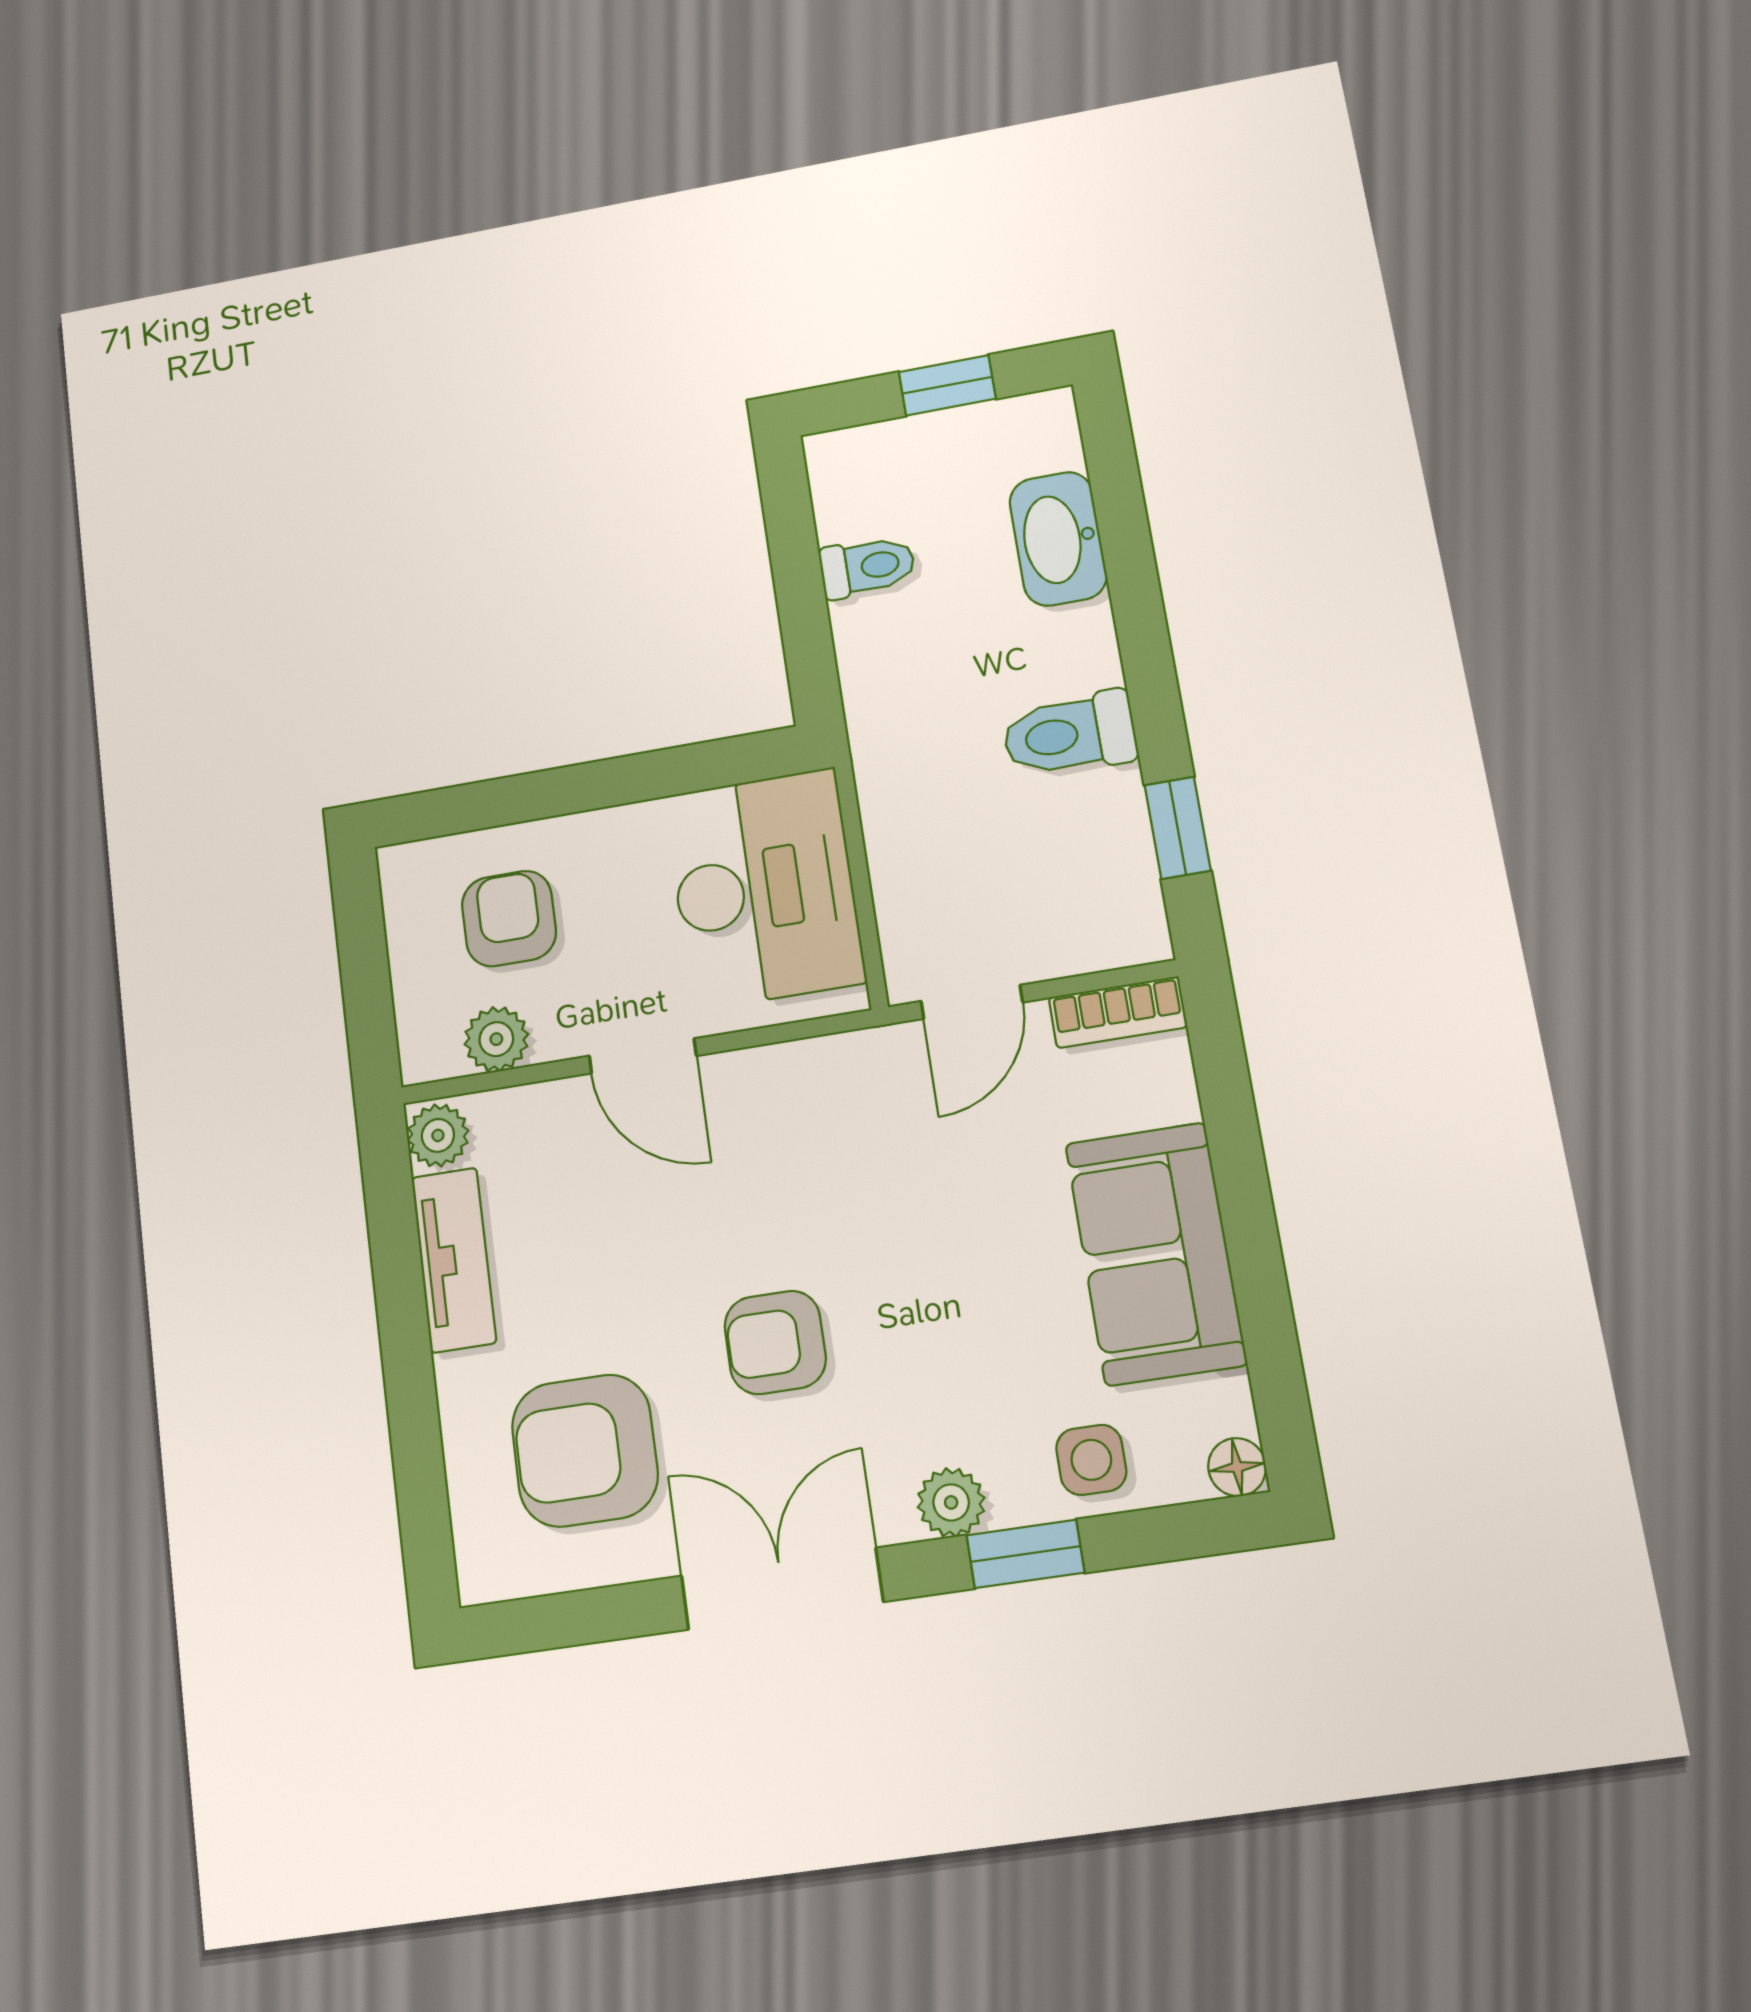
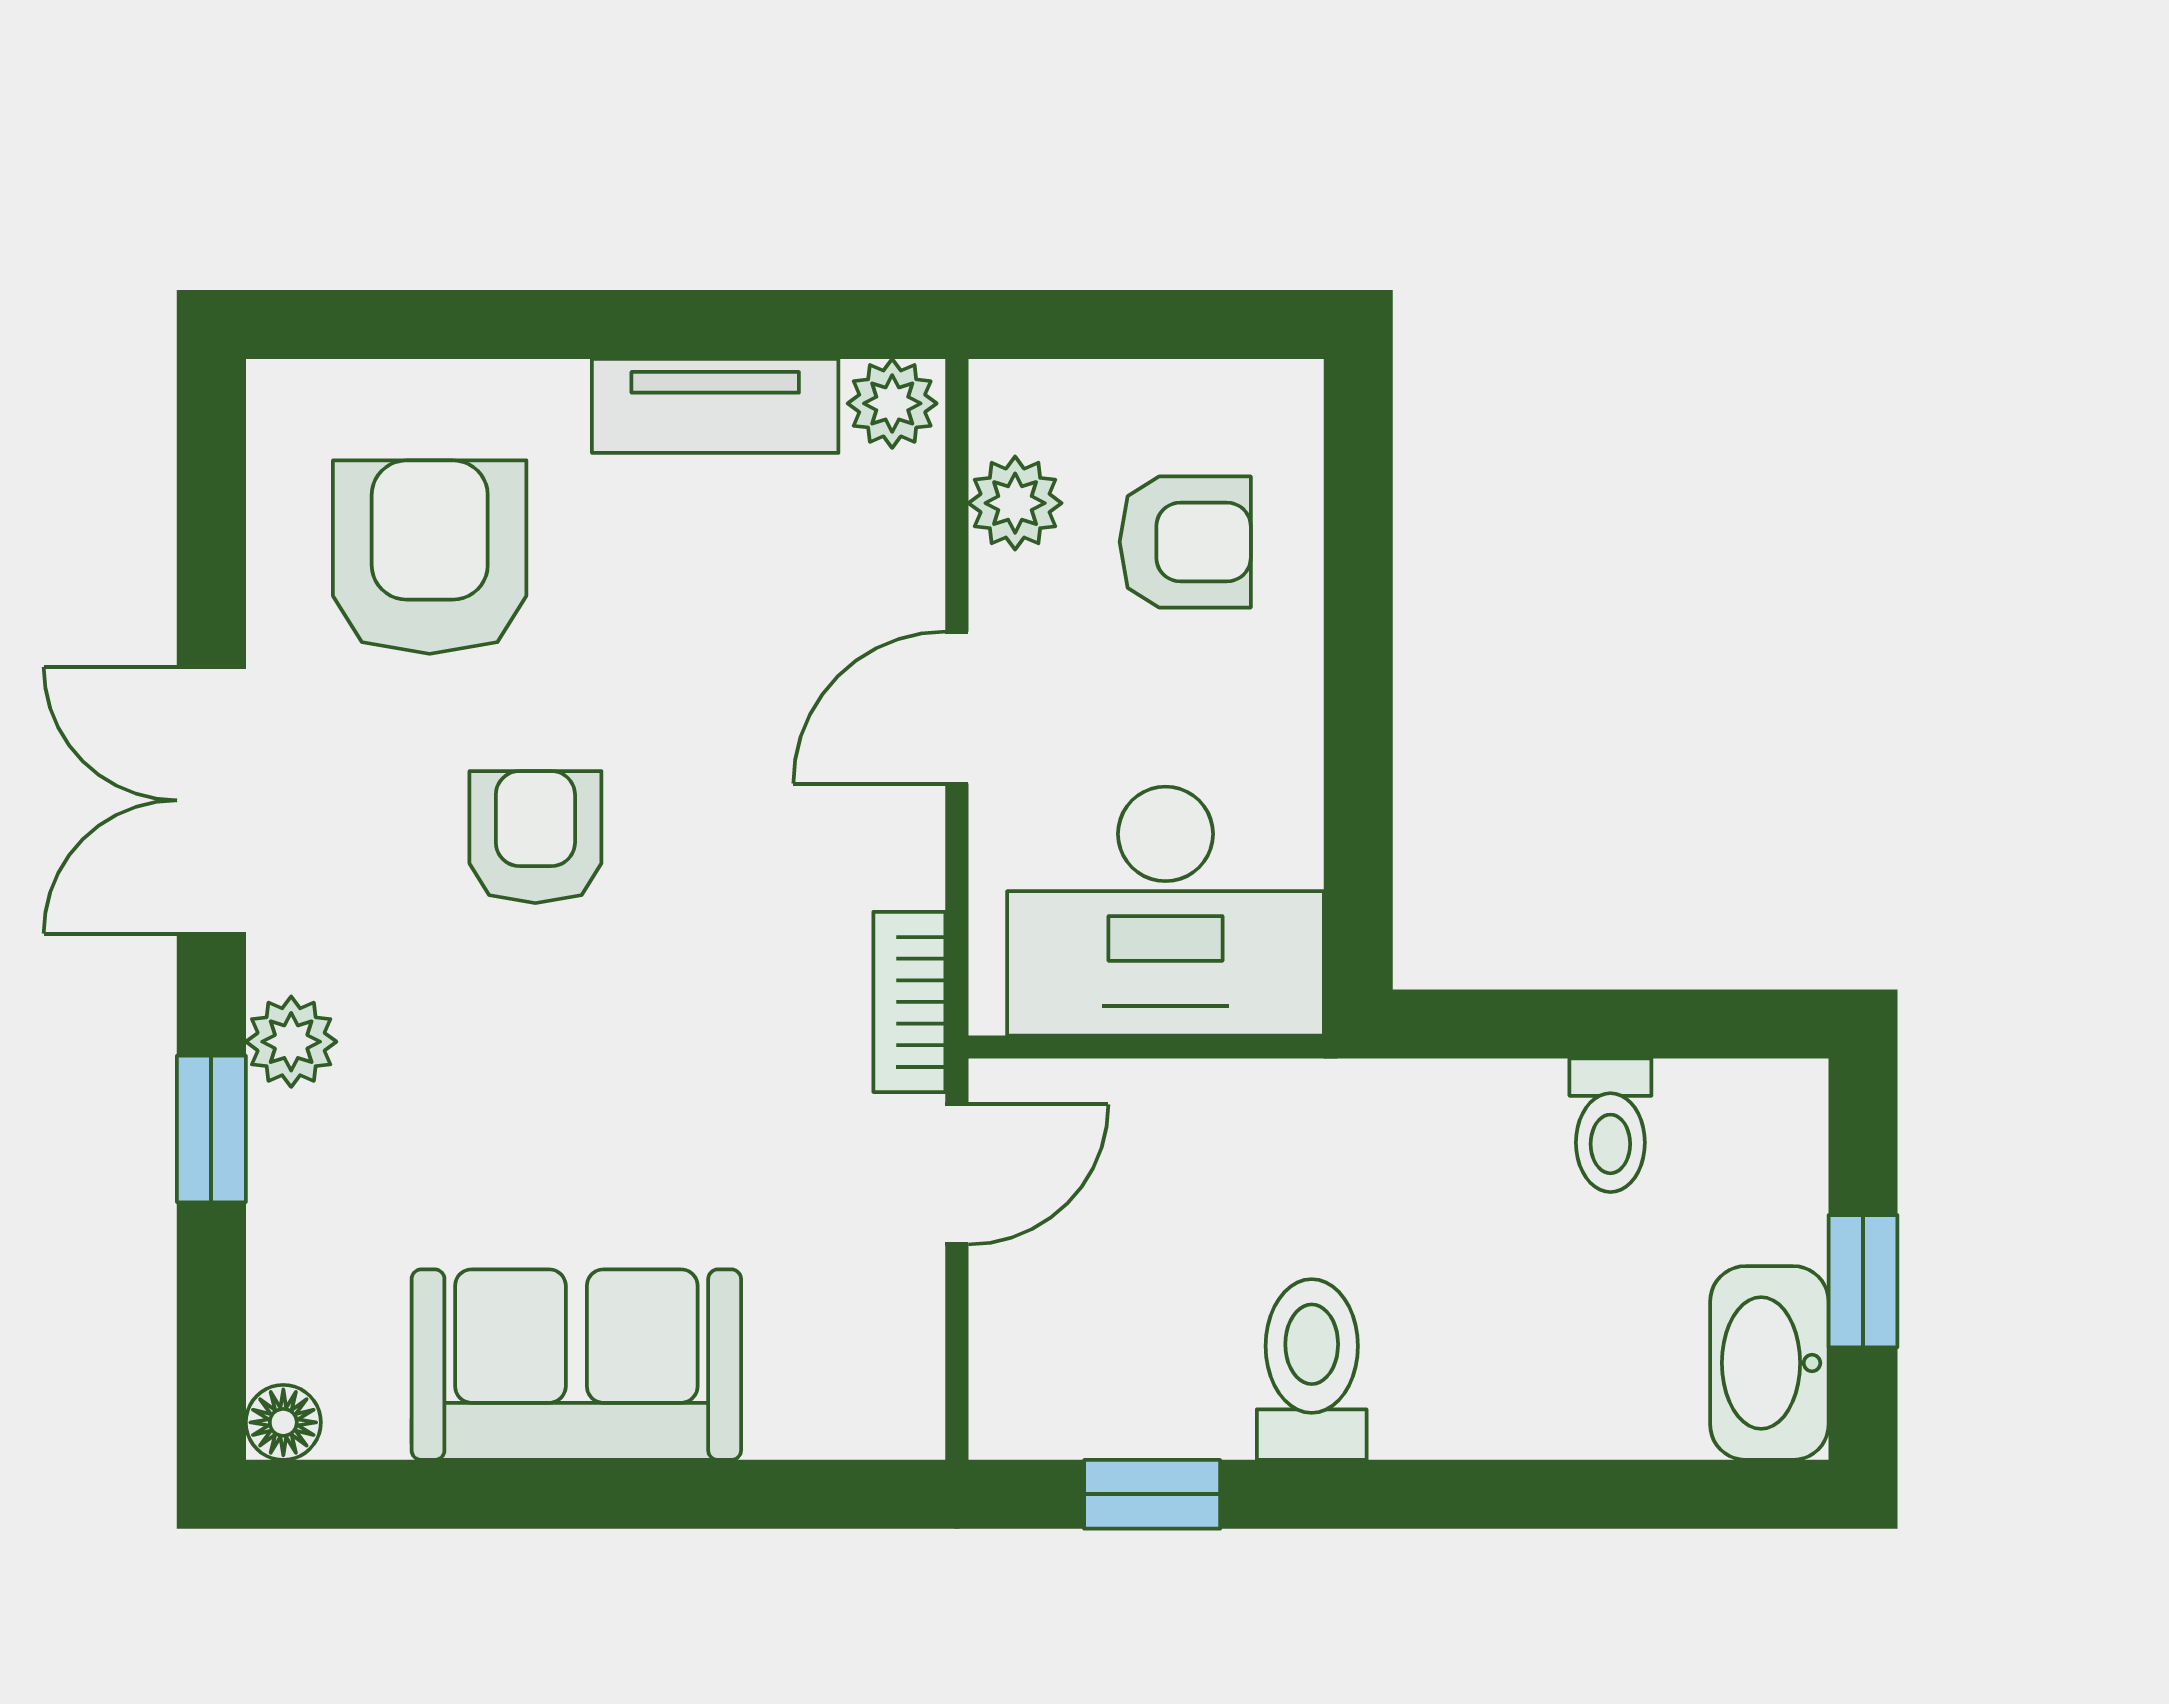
washbasin: (1058, 539) -> (1769, 1363), moved, turned -90
door: (972, 1002) -> (957, 1174), swing flipped
bookcase: (1118, 1012) -> (909, 1002), moved
side table: (1091, 1460) -> (320, 1235), removed
double door: (782, 1589) -> (211, 800), swing flipped

